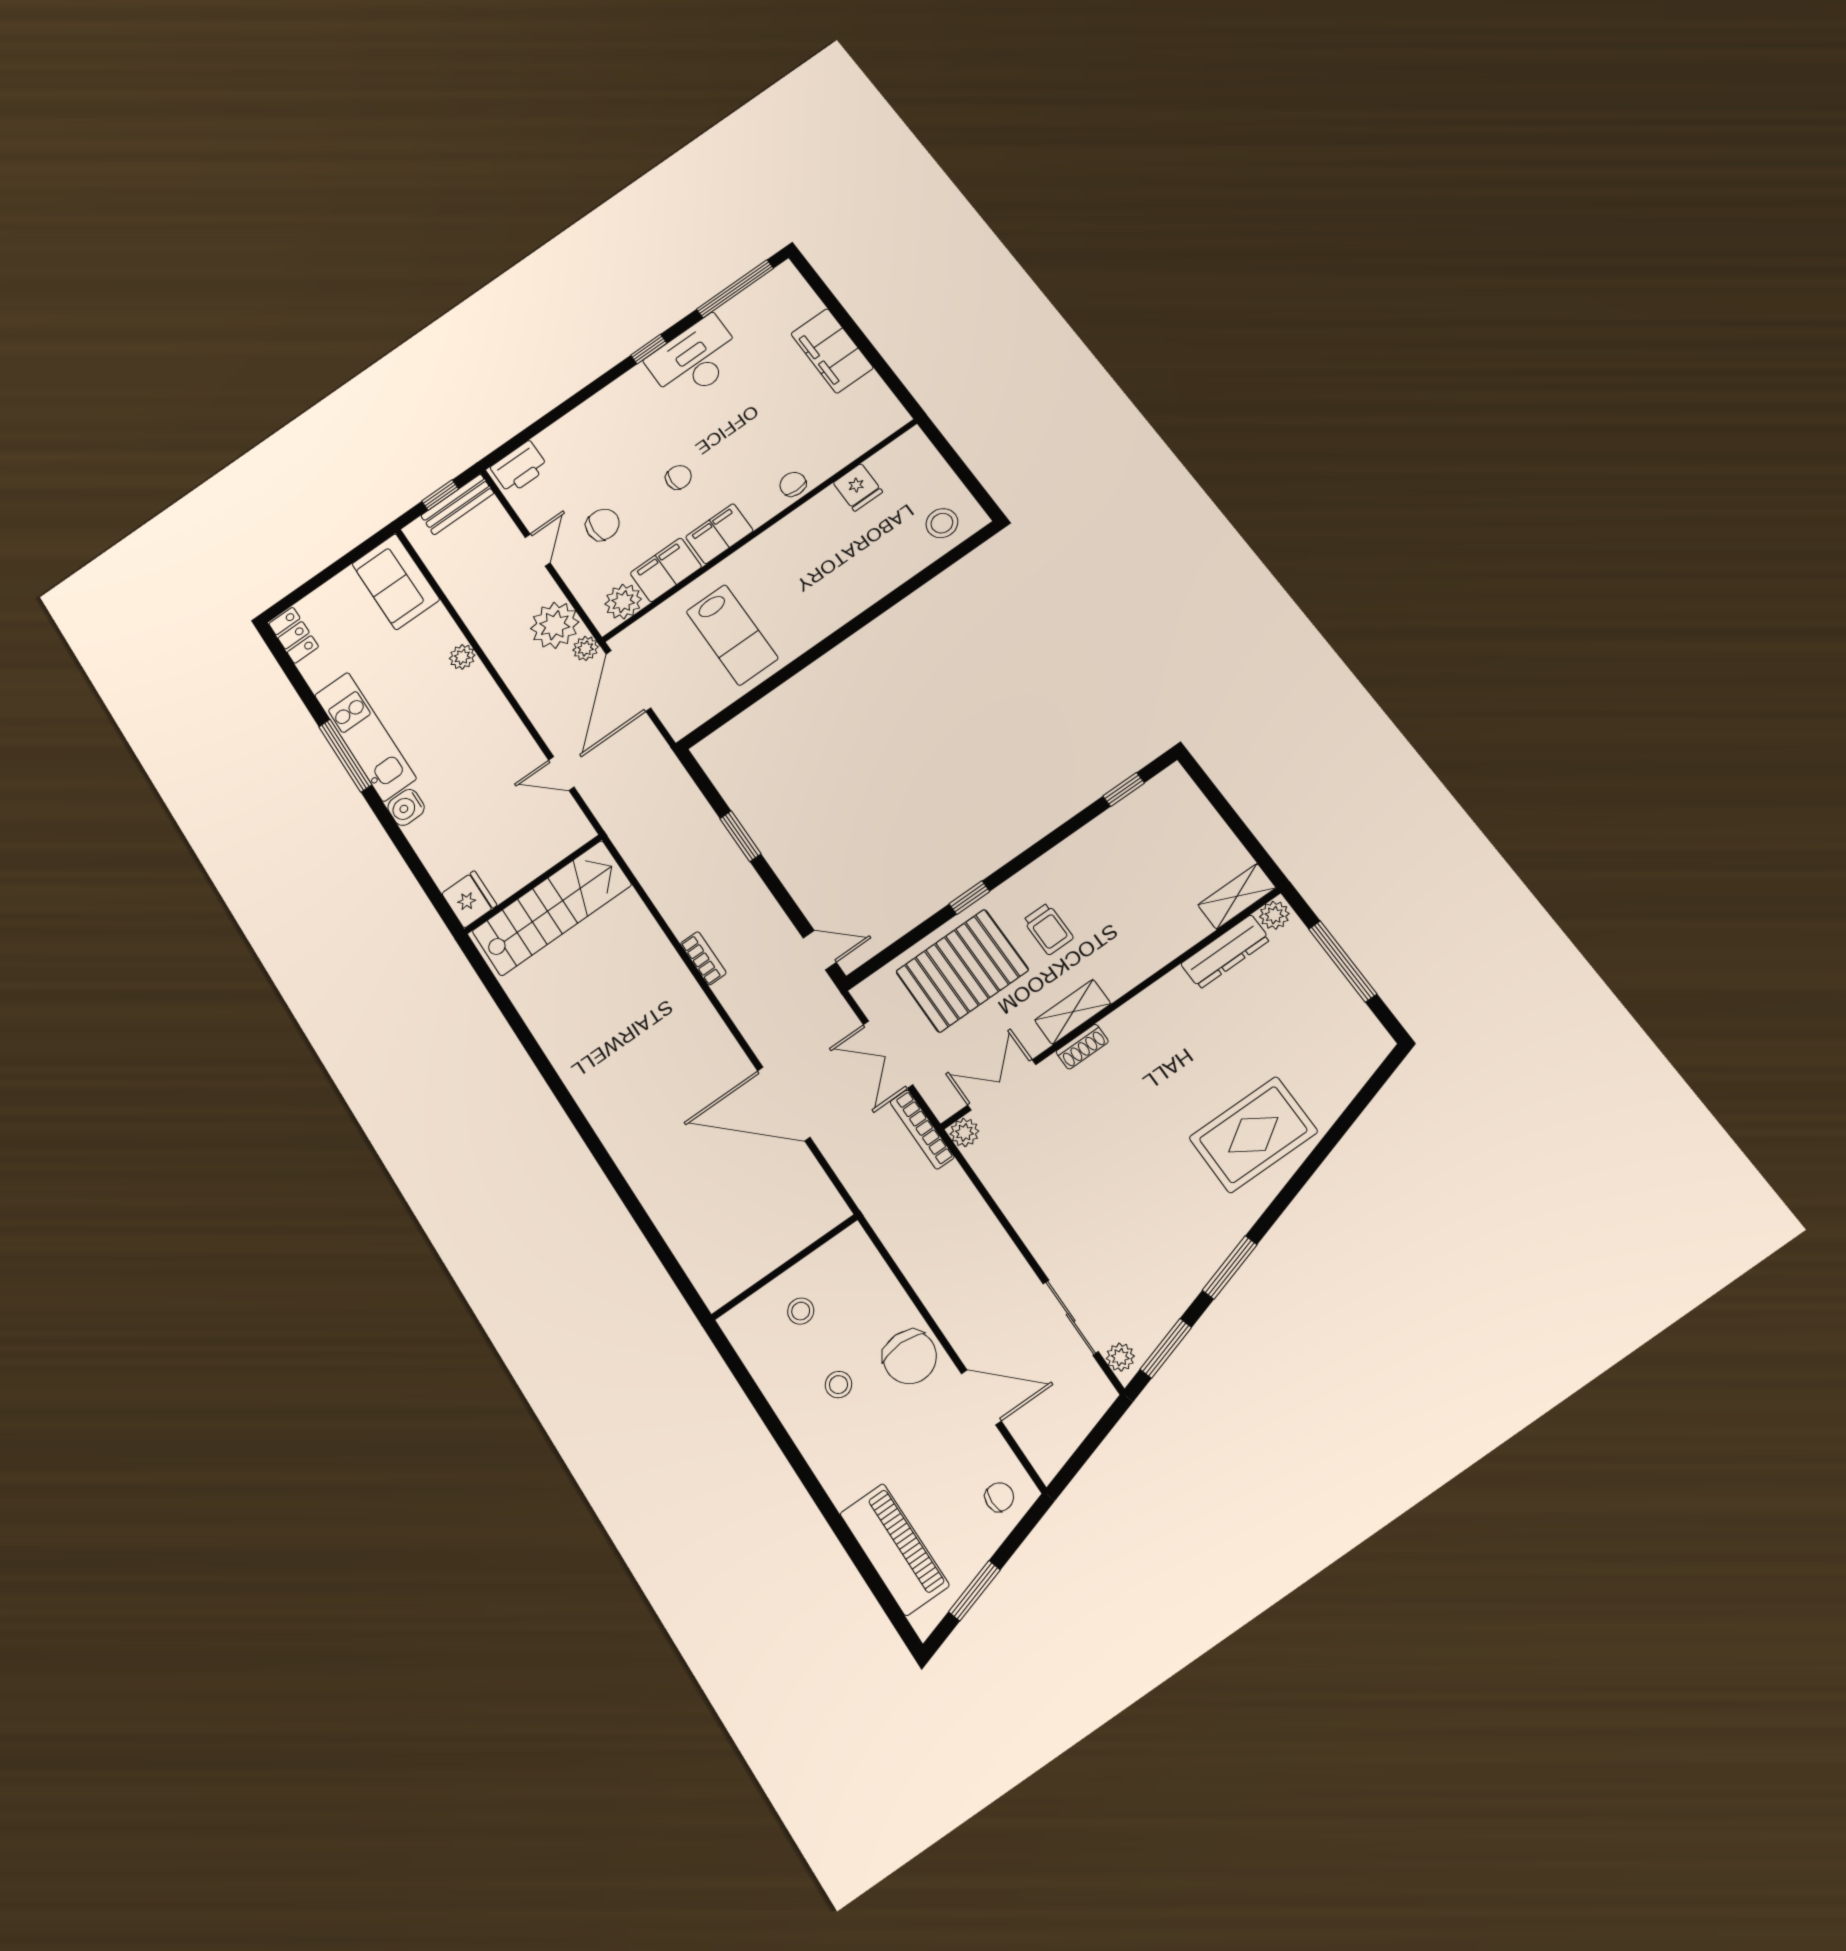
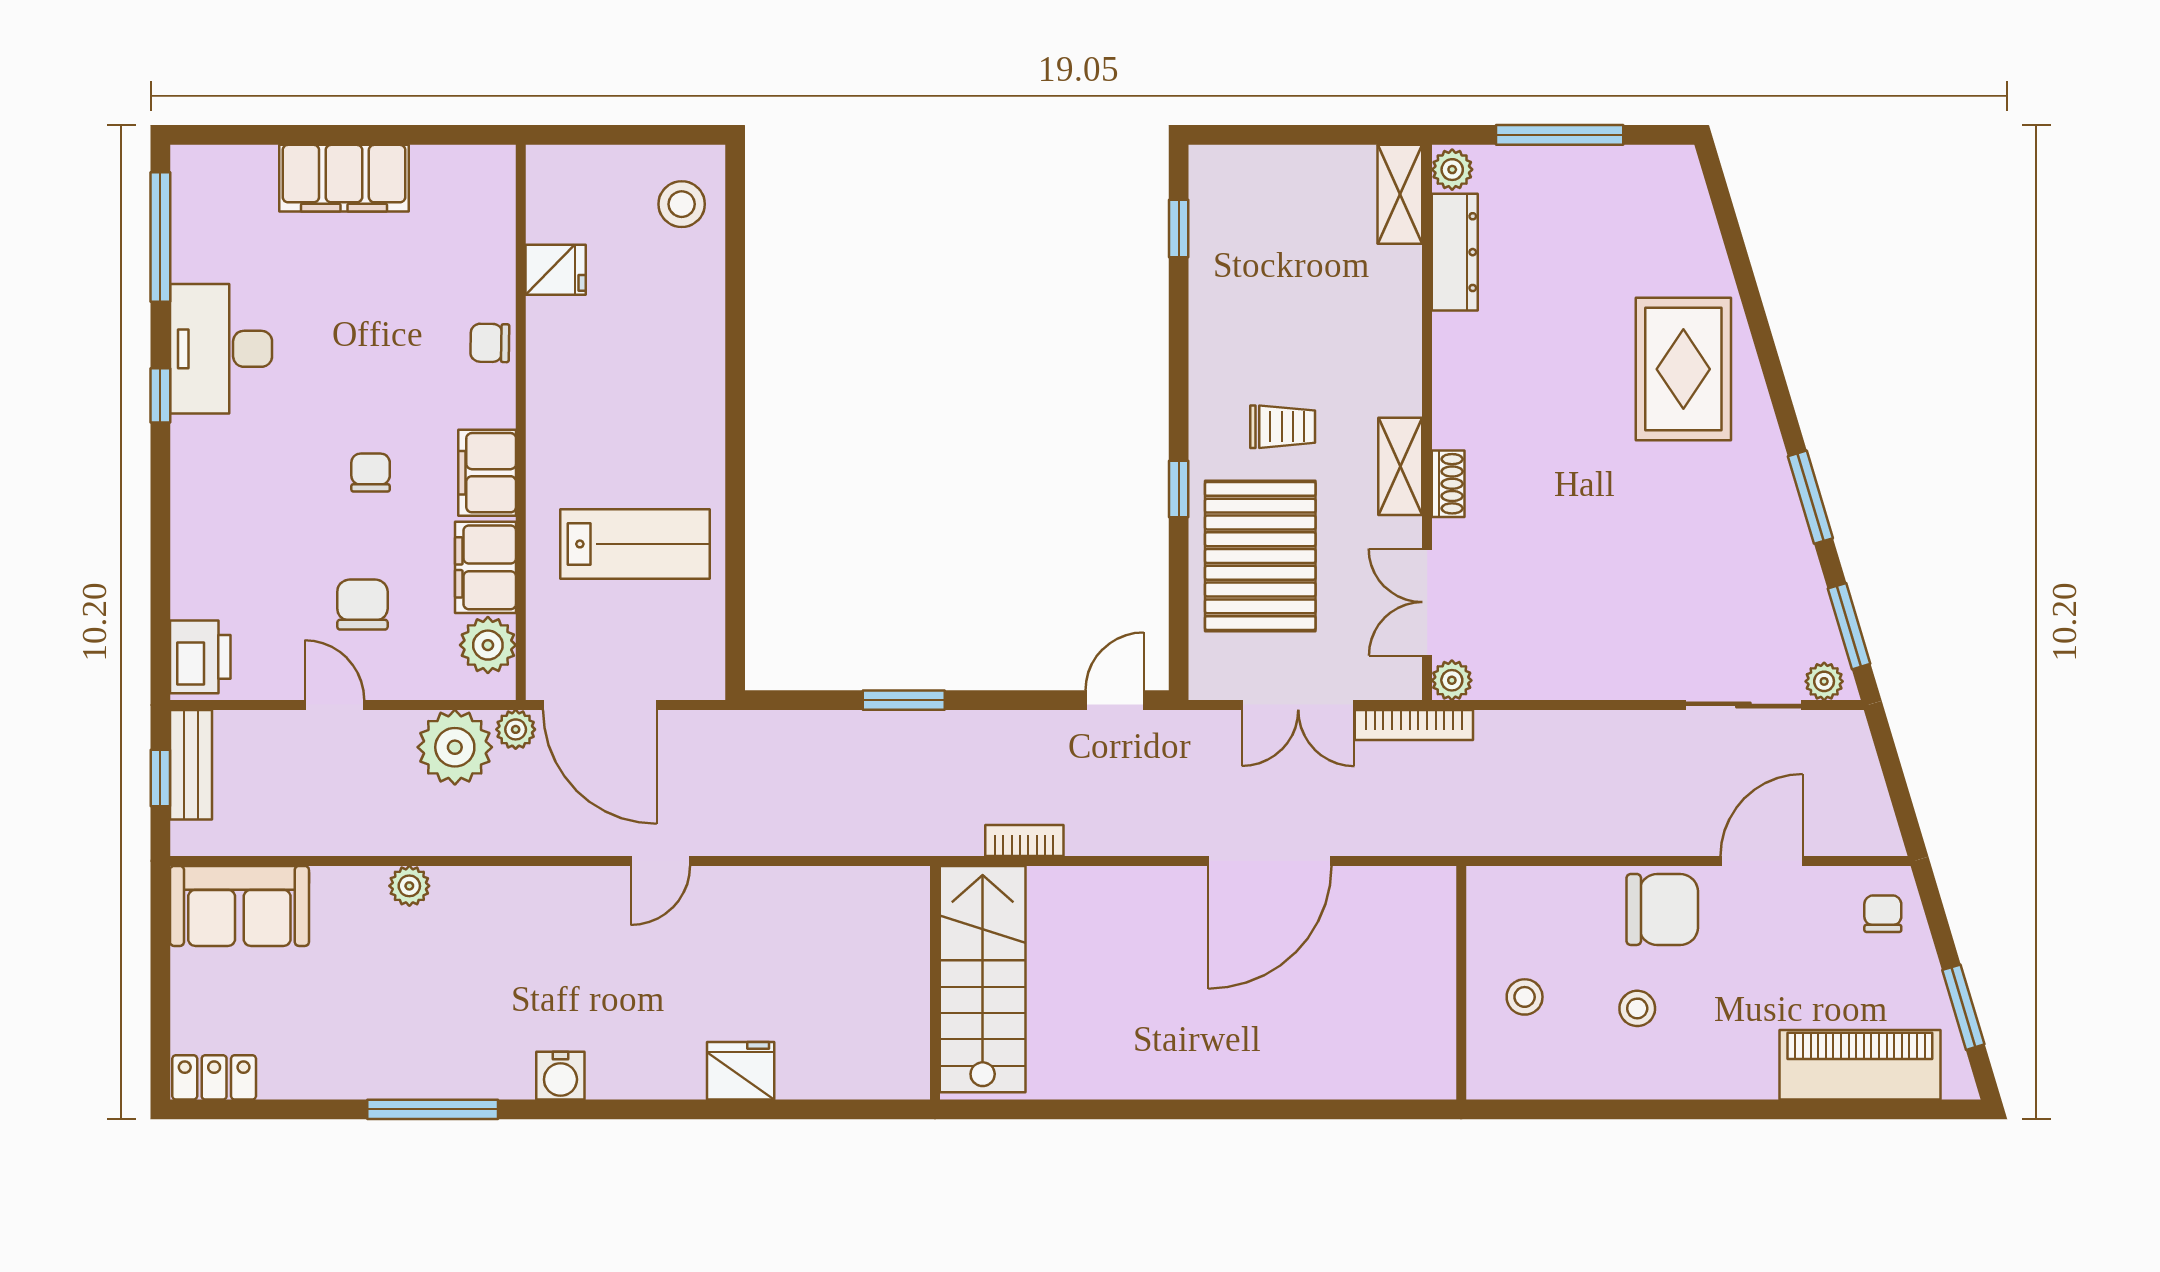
kitchen unit: (365, 737) -> (426, 1070), removed
wall: (533, 884) -> (935, 983), moved
stairs: (552, 908) -> (983, 979), moved

